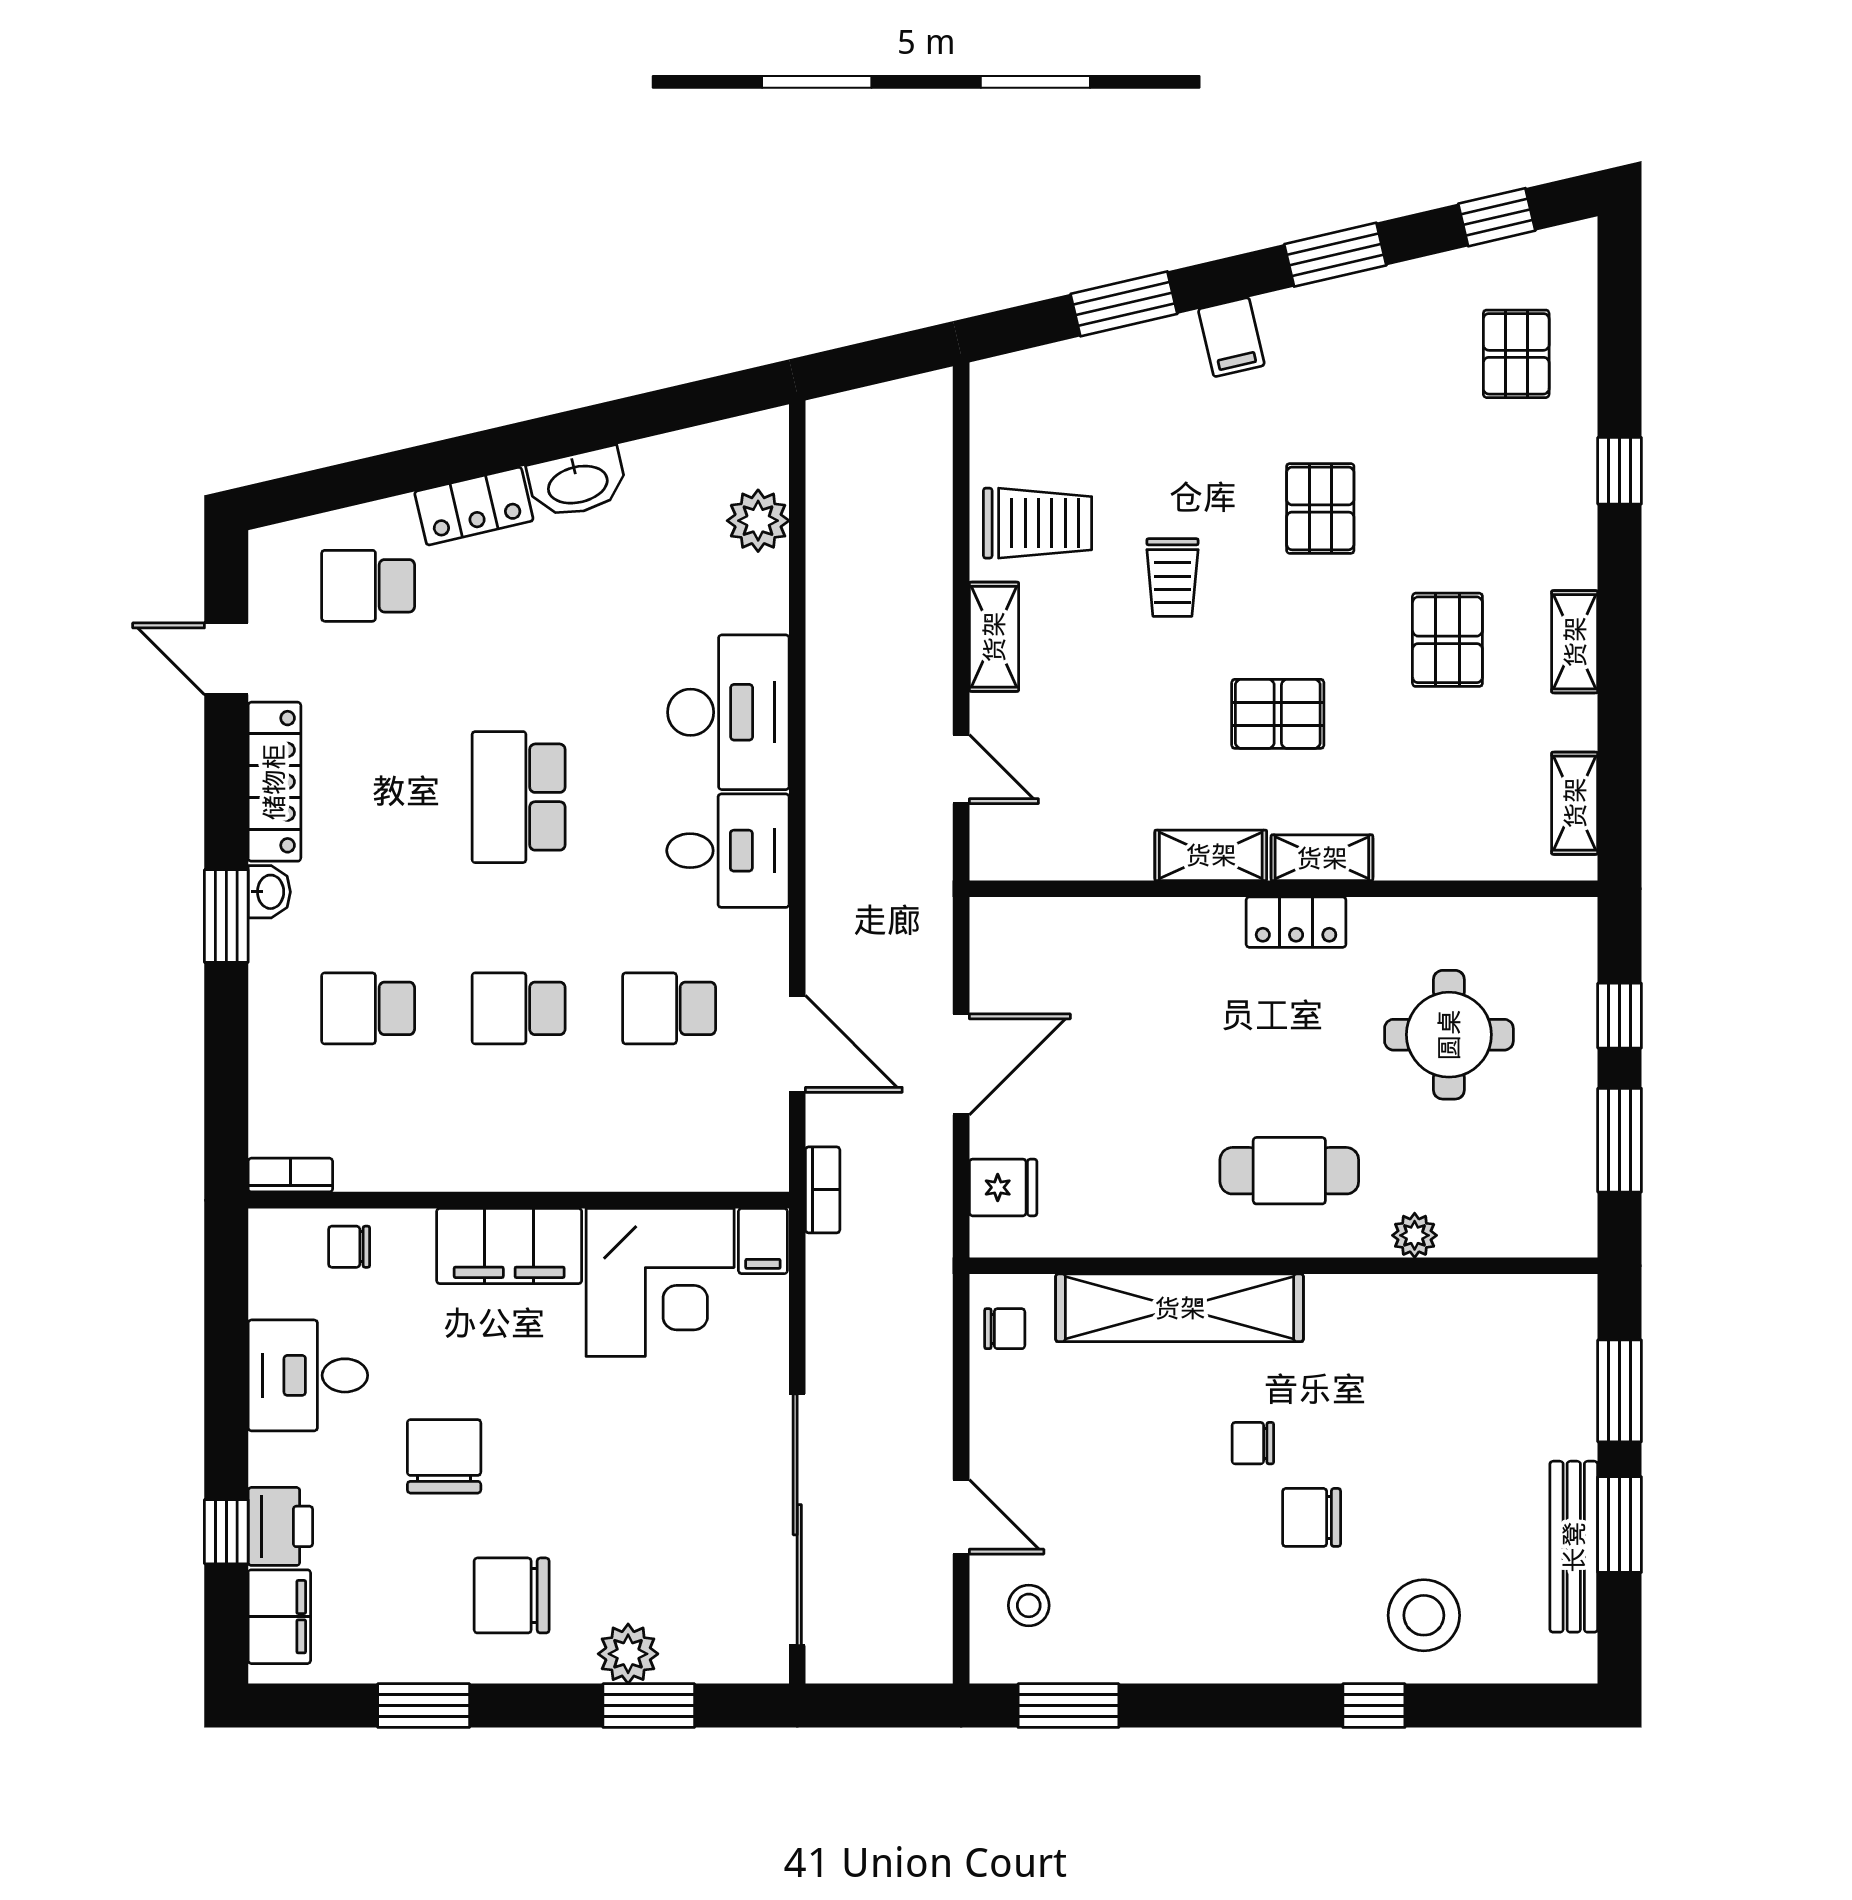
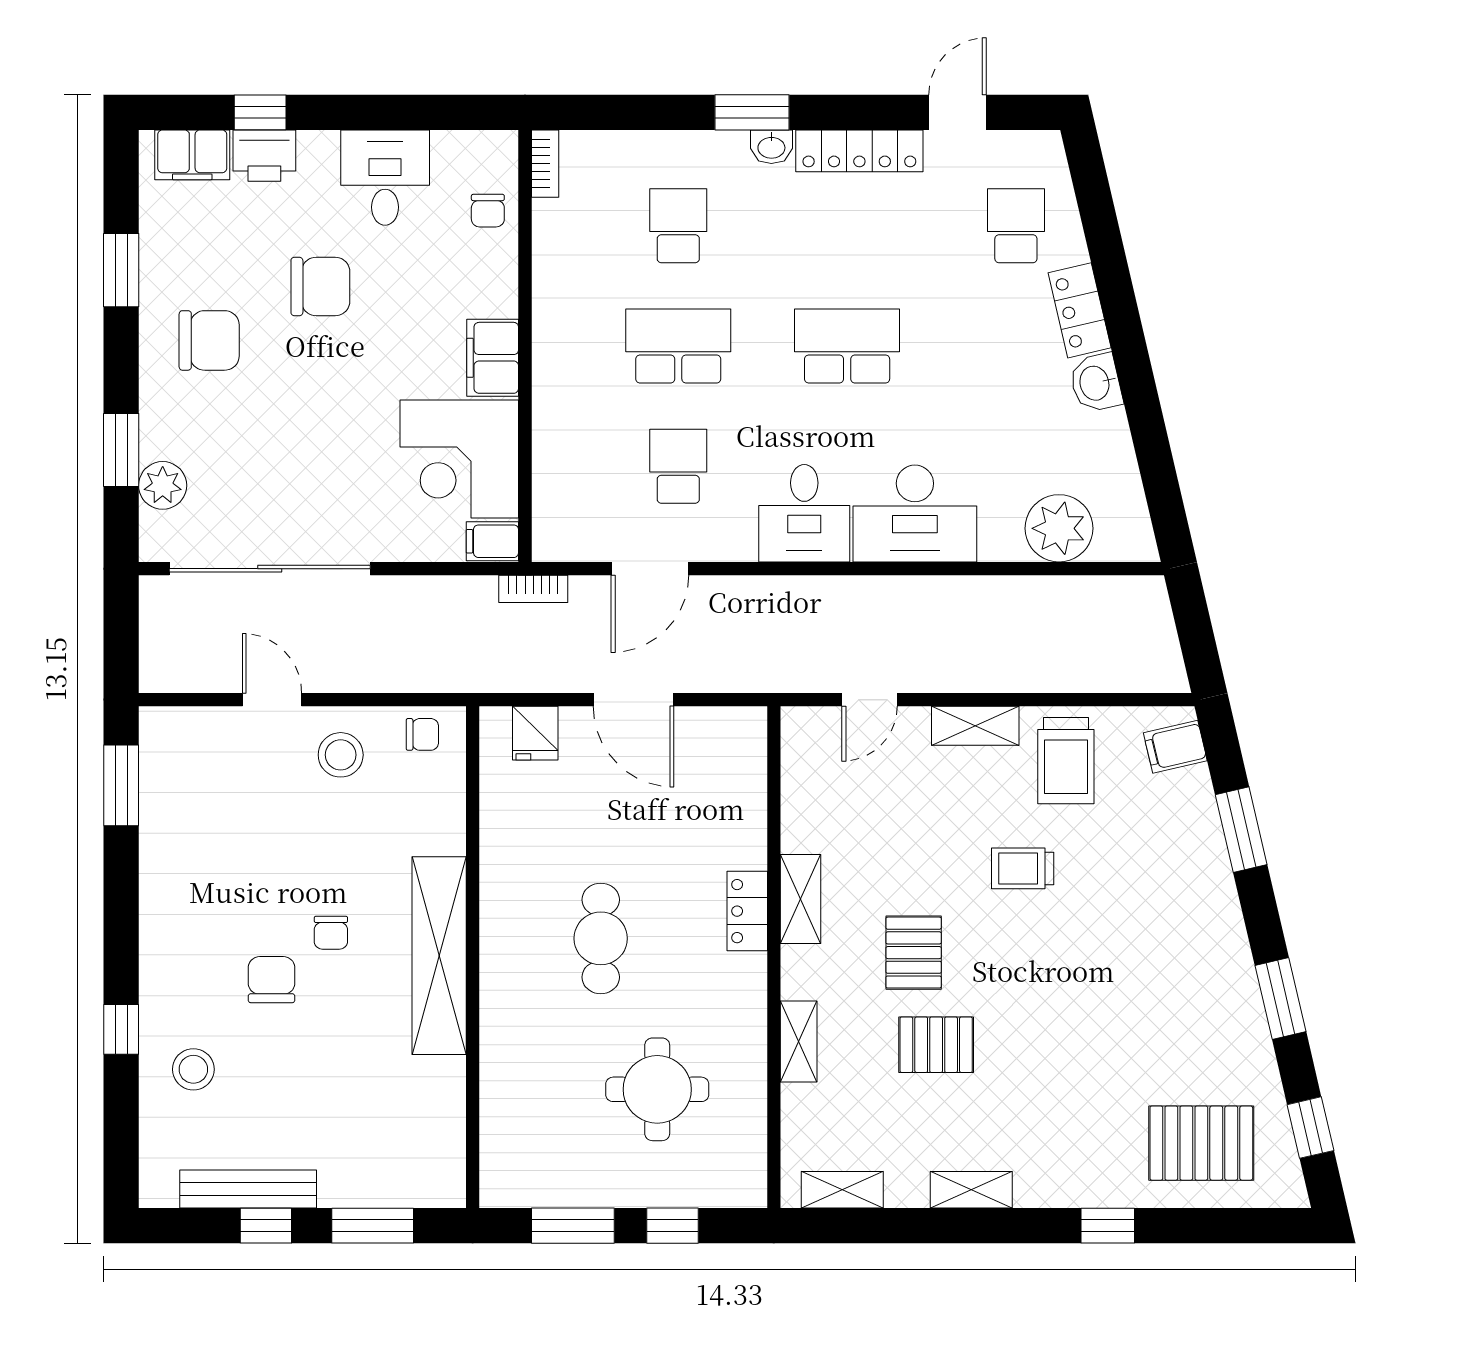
filing cabinet: (1231, 337) -> (1175, 747), moved
pallet: (1516, 354) -> (1201, 1143), width x1.50, depth x1.42
washbasin: (577, 483) -> (1096, 383), width x0.72
pallet: (1320, 508) -> (1078, 987), removed
plant: (758, 521) -> (1059, 528), width x1.36, depth x1.36
pallet: (1447, 640) -> (936, 1045), moved
shelving: (1322, 858) -> (799, 1042), moved
locker: (1296, 922) -> (747, 911), moved
school desk: (519, 1008) -> (678, 346), width x1.85
cafe table: (1289, 1171) -> (601, 938), moved
plant: (1415, 1235) -> (497, 1062), removed
filing cabinet: (509, 1246) -> (493, 358), width x0.67, depth x0.86
chair: (349, 1247) -> (488, 211), turned 180
shelving: (1180, 1308) -> (439, 956), moved
chair: (1005, 1329) -> (422, 734), turned -90
chair: (1253, 1443) -> (331, 933), turned 180
door: (961, 1517) -> (272, 700), swing flipped
window: (1620, 1525) -> (266, 1226), width x0.67
chair: (512, 1595) -> (209, 340), turned 90
stool: (1029, 1605) -> (341, 755), moved, width x1.37, depth x1.37
stool: (1424, 1615) -> (193, 1069), width x0.73, depth x0.73
plant: (628, 1654) -> (163, 485), moved

